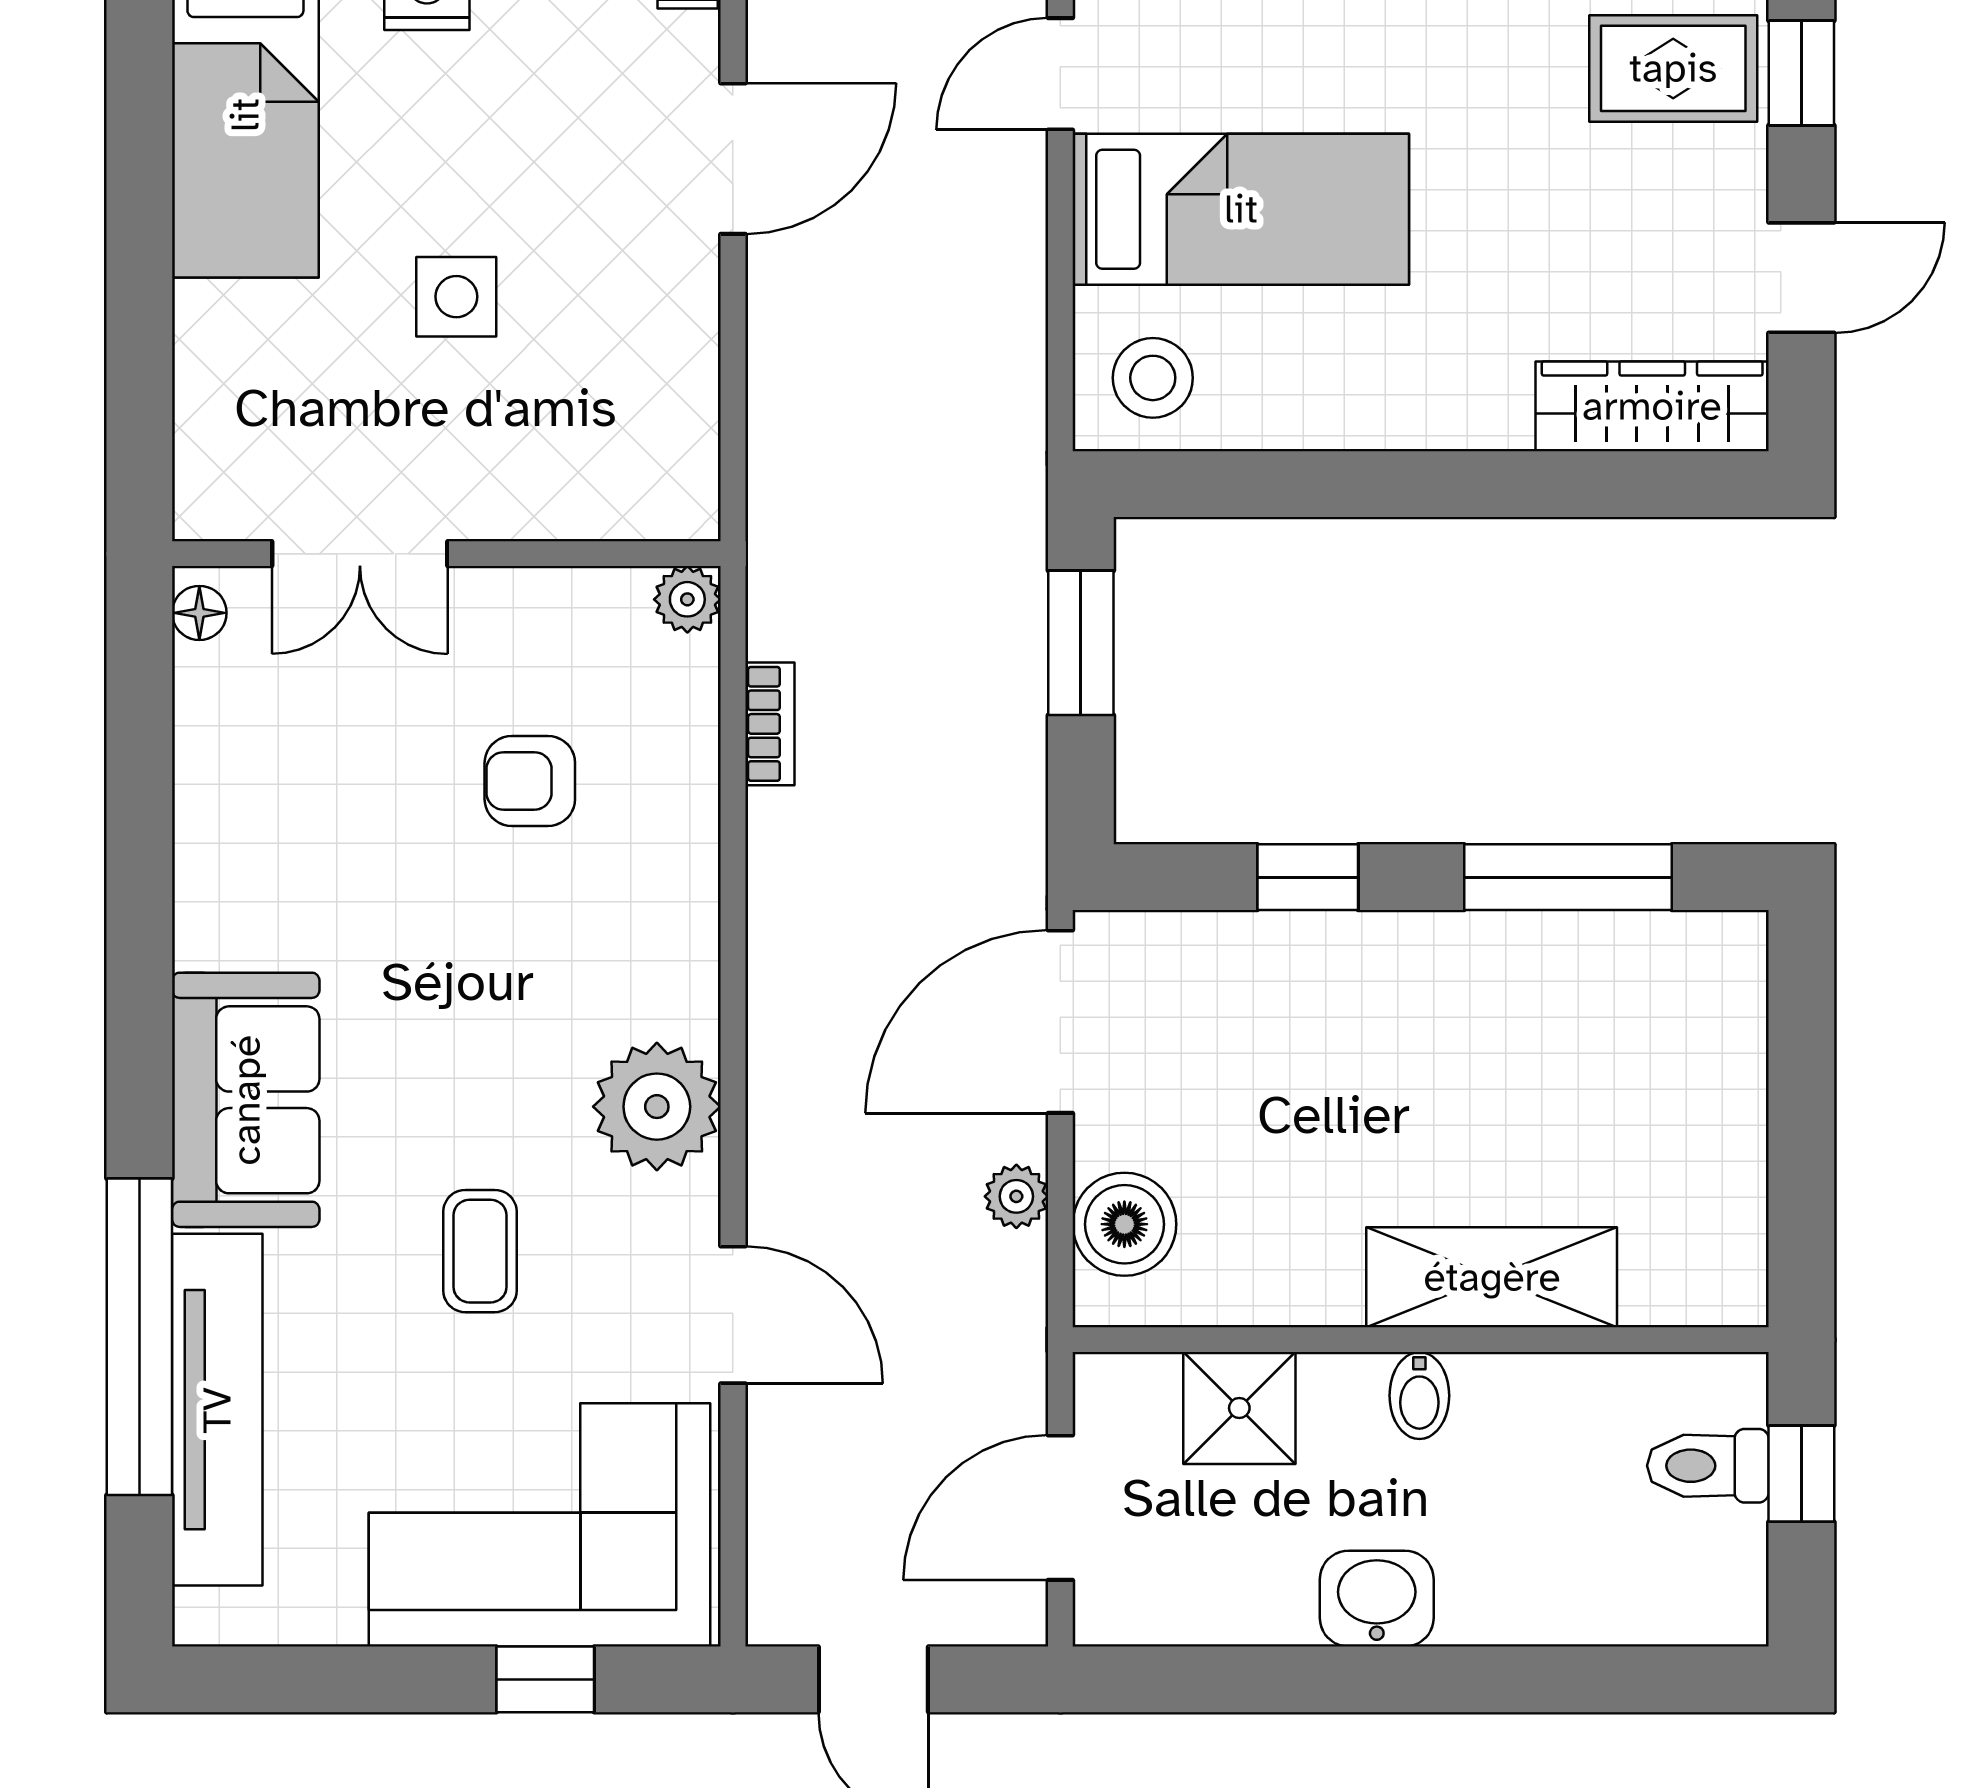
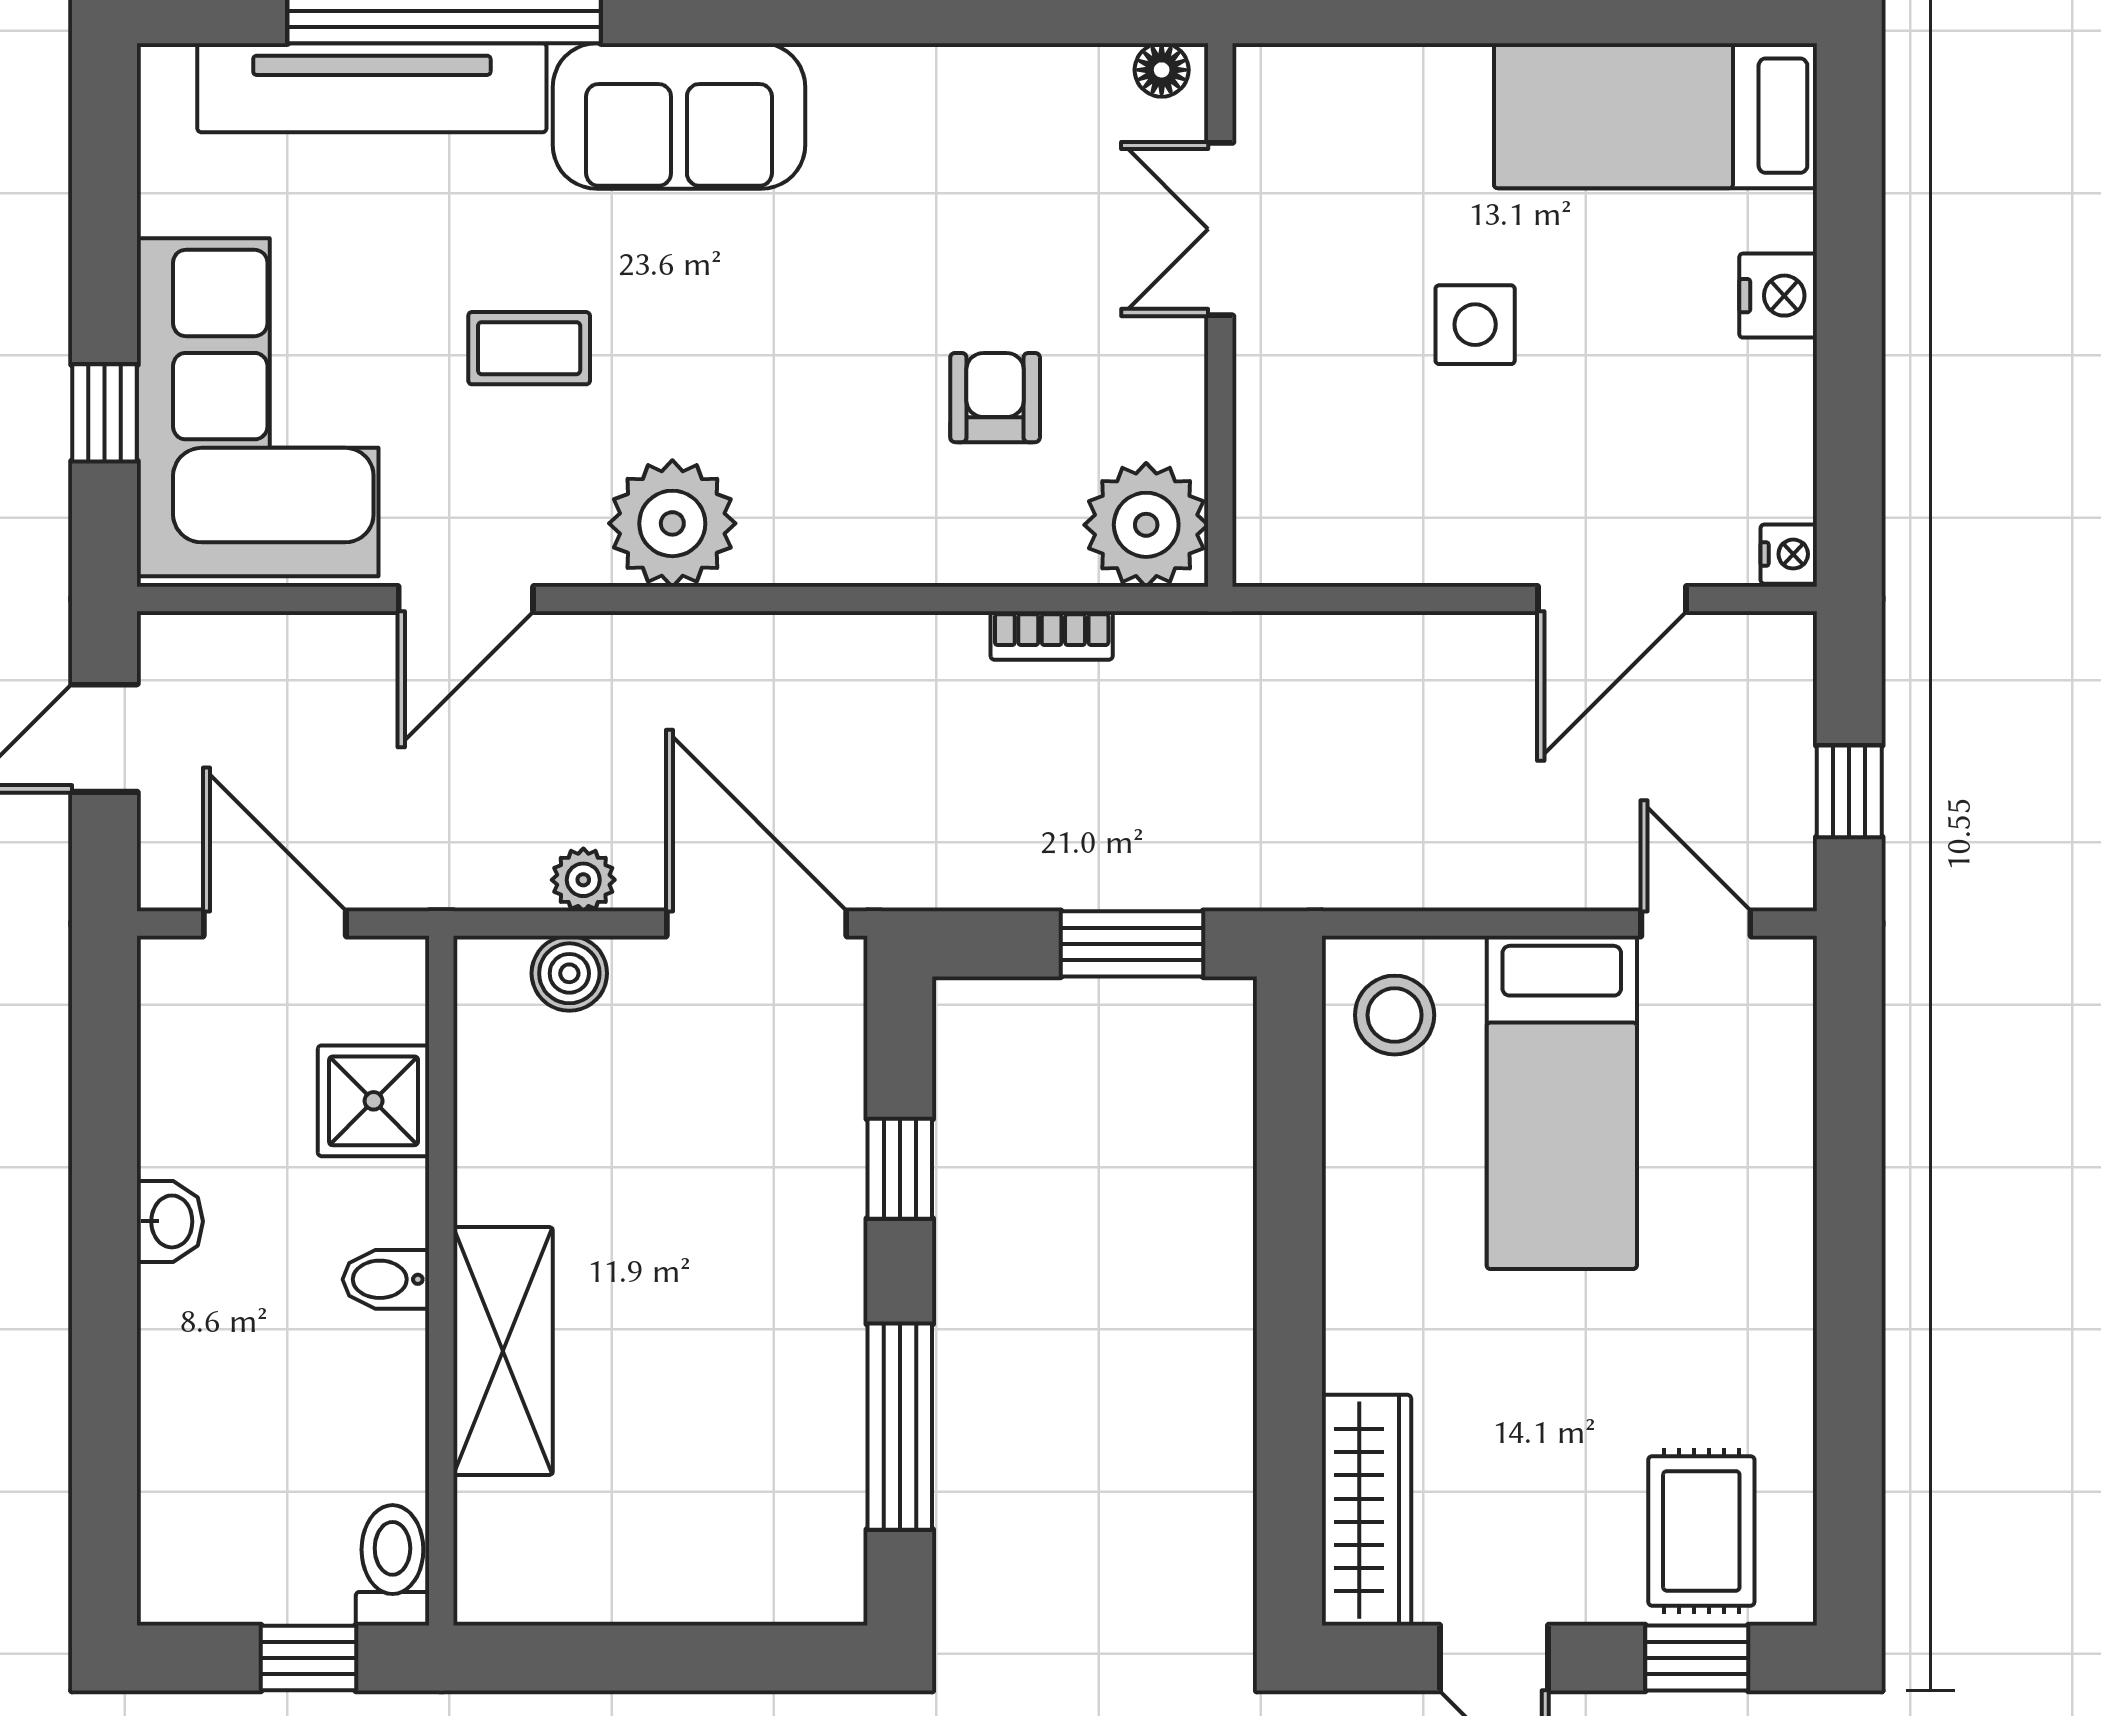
door: (733, 159) -> (1612, 599), hinge flipped
plant: (687, 599) -> (1146, 525), width x1.88, depth x1.88
boiler: (1124, 1224) -> (569, 973), width x0.73, depth x0.73
toilet: (1708, 1466) -> (392, 1565), moved
washbasin: (1377, 1599) -> (170, 1221), width x0.72, depth x0.69

